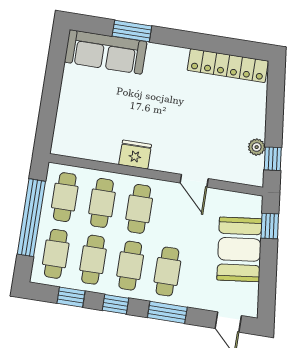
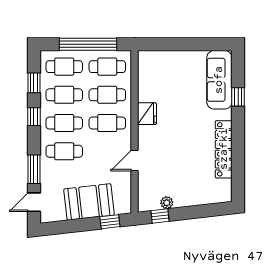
window: (132, 31) -> (238, 97), width x0.67
locker: (228, 66) -> (224, 149), moved
window: (167, 312) -> (34, 169), moved

